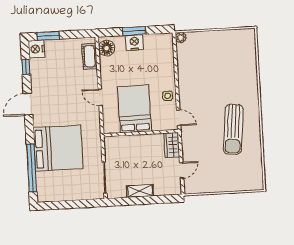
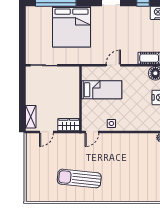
bed: (134, 109) -> (102, 90), width x0.67
door: (182, 170) -> (46, 132), hinge flipped
shelving: (140, 191) -> (31, 117), moved

